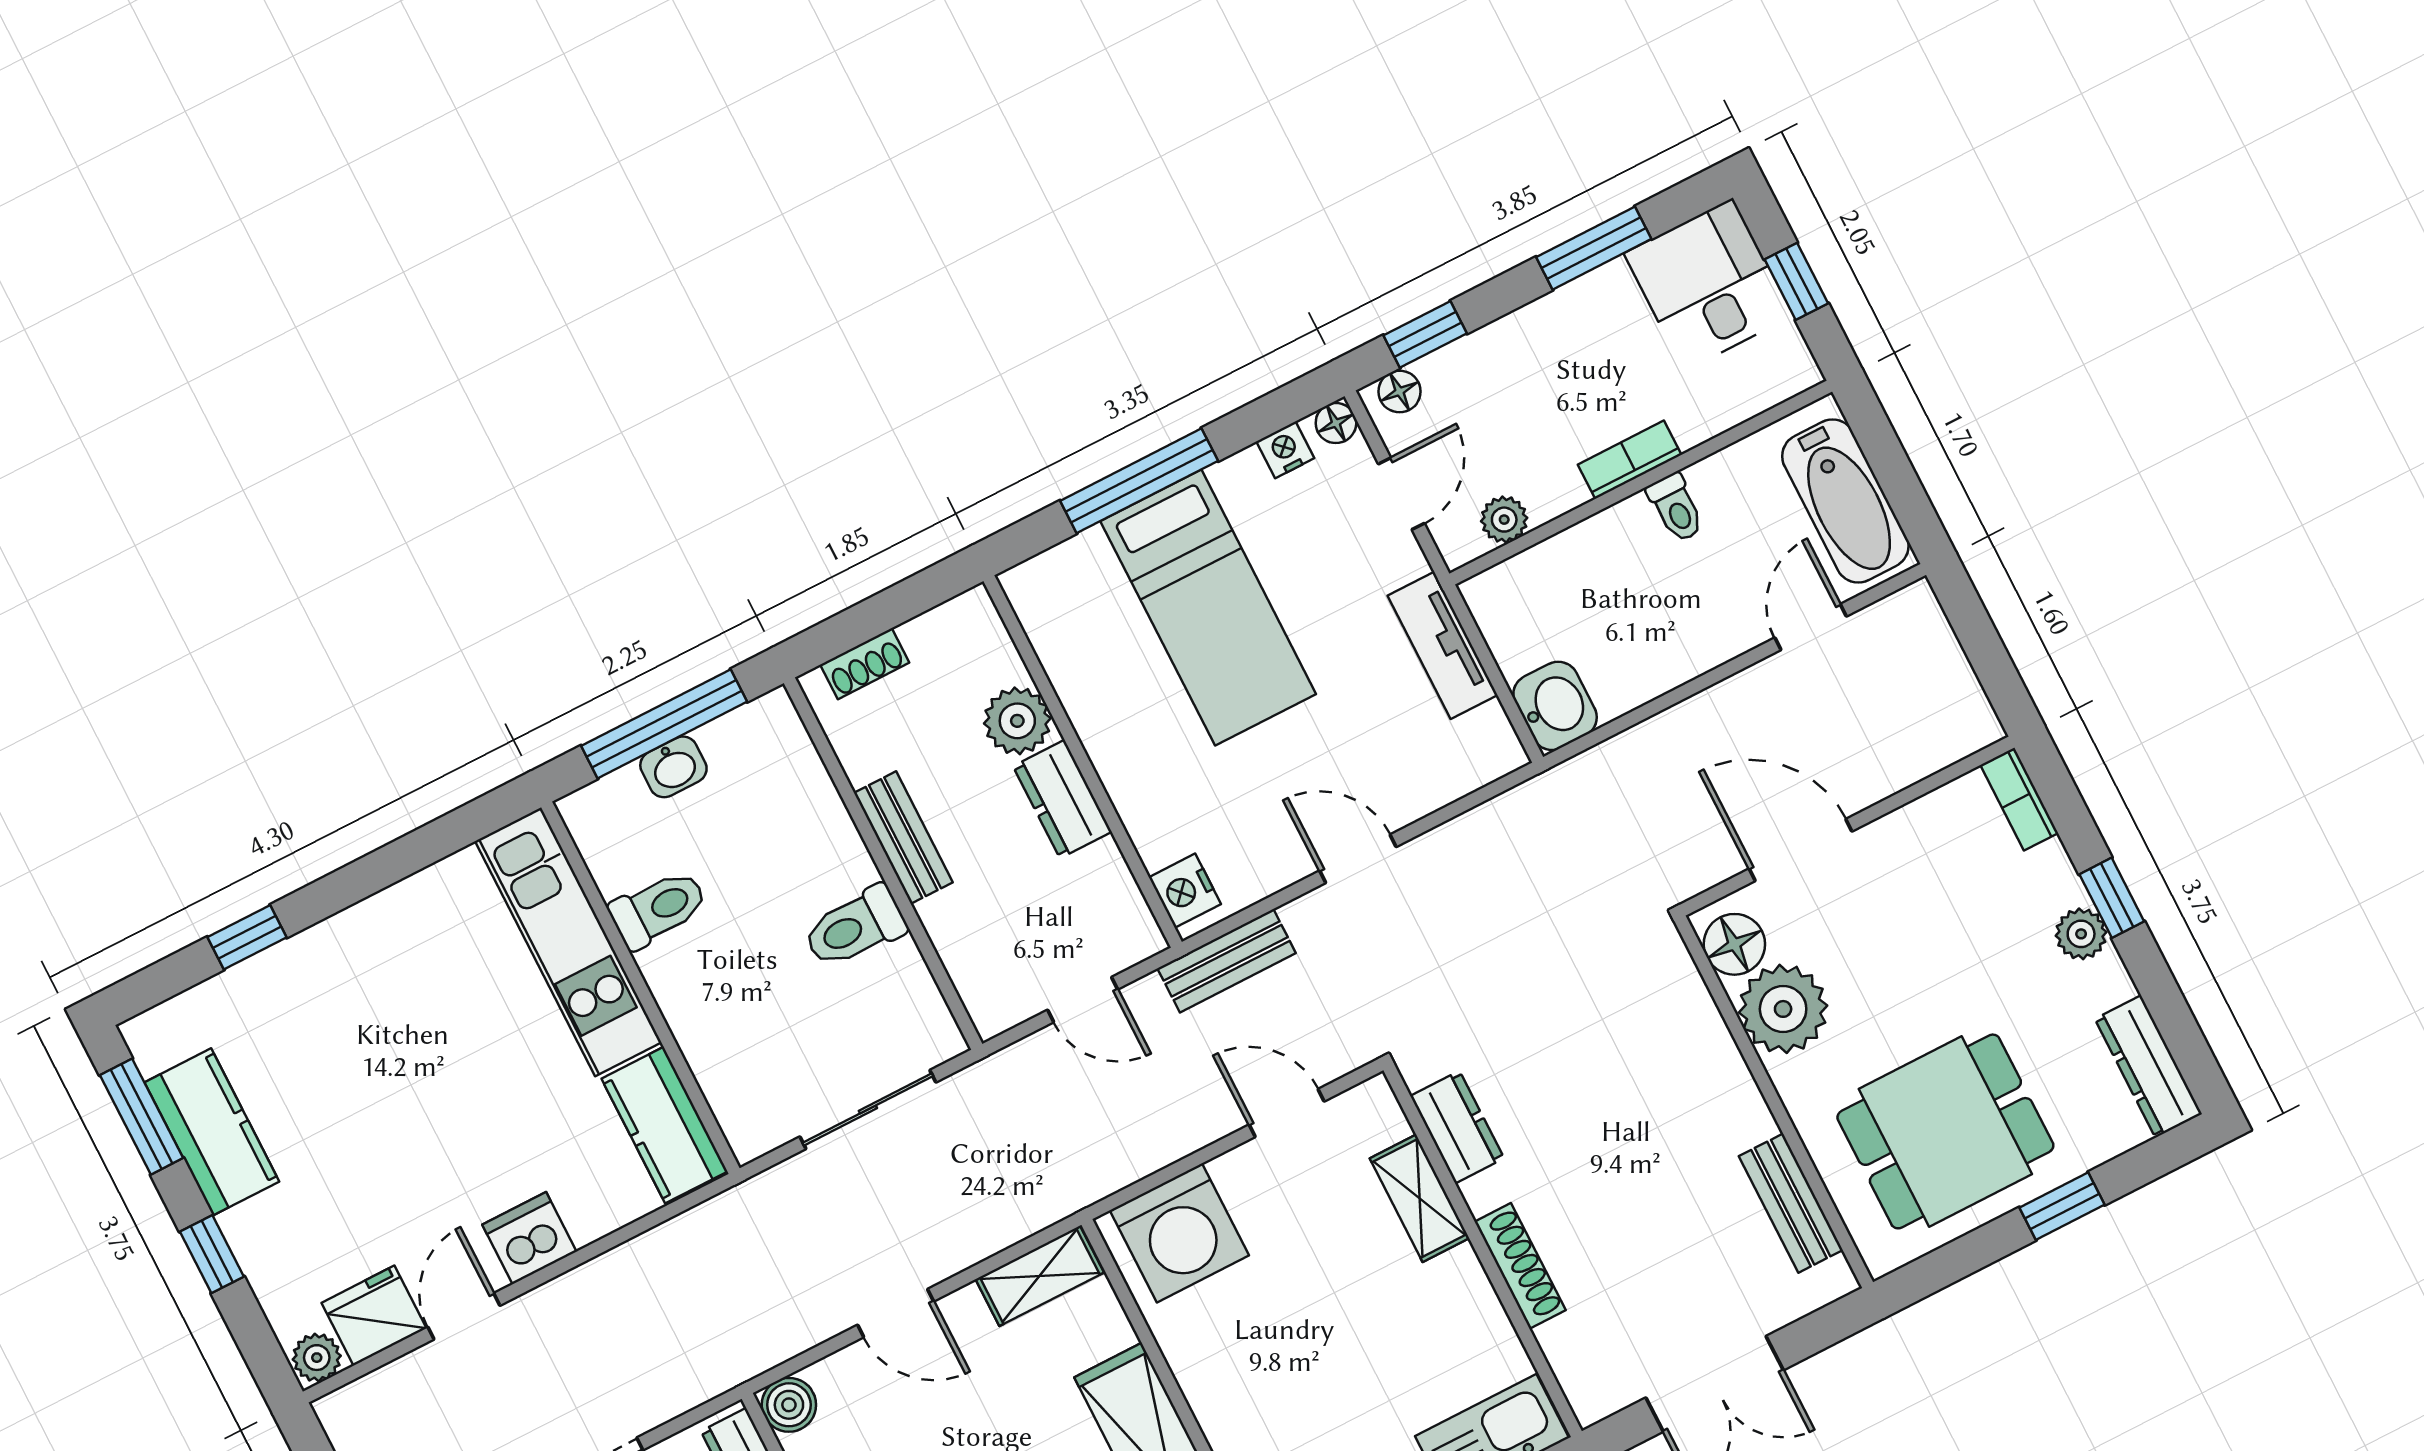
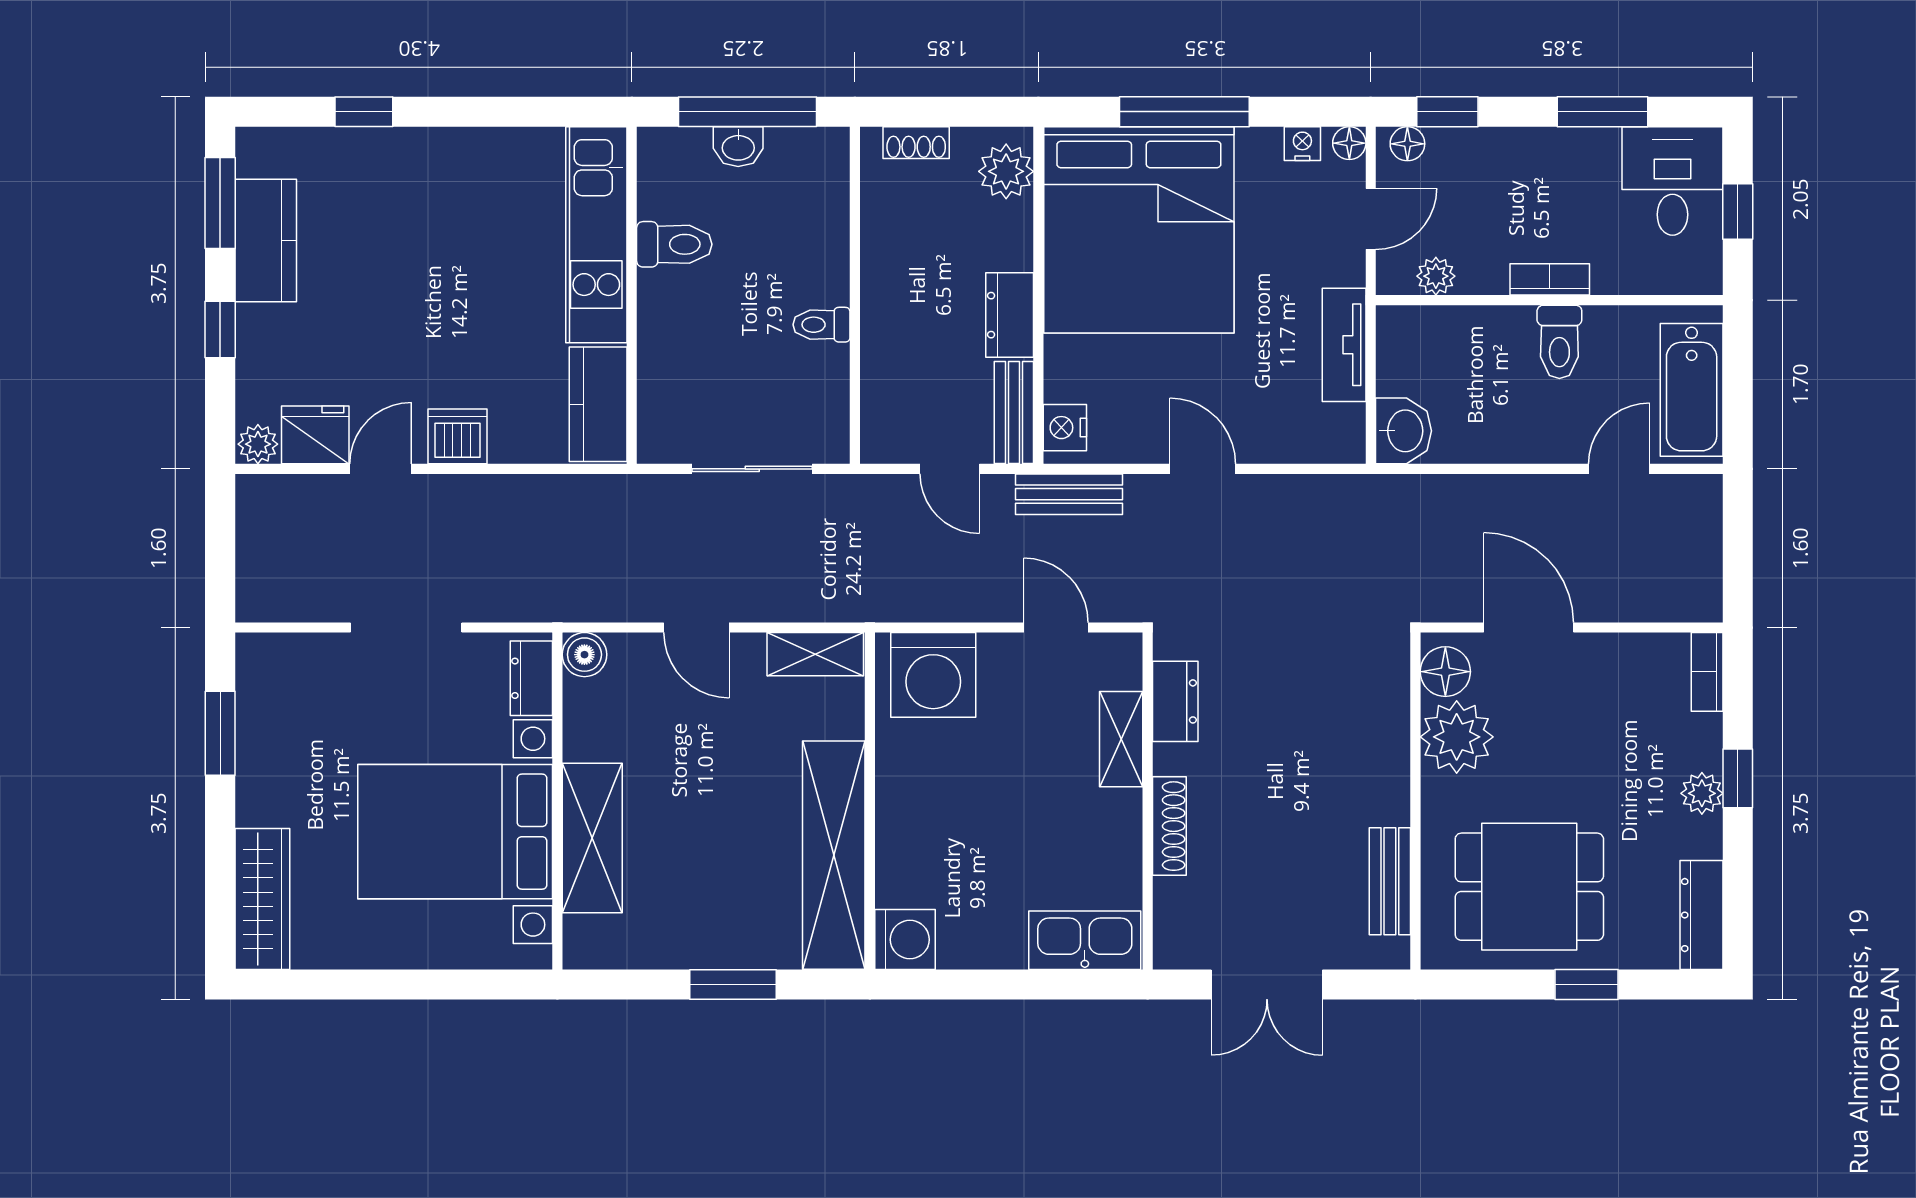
toilet: (1676, 508) -> (1559, 342), width x1.37, depth x1.39
bed: (1208, 608) -> (1139, 230), width x2.04
plant: (1017, 721) -> (1006, 171), moved
bench: (903, 838) -> (1014, 413), moved
toilet: (855, 927) -> (822, 325), width x0.73, depth x0.72

